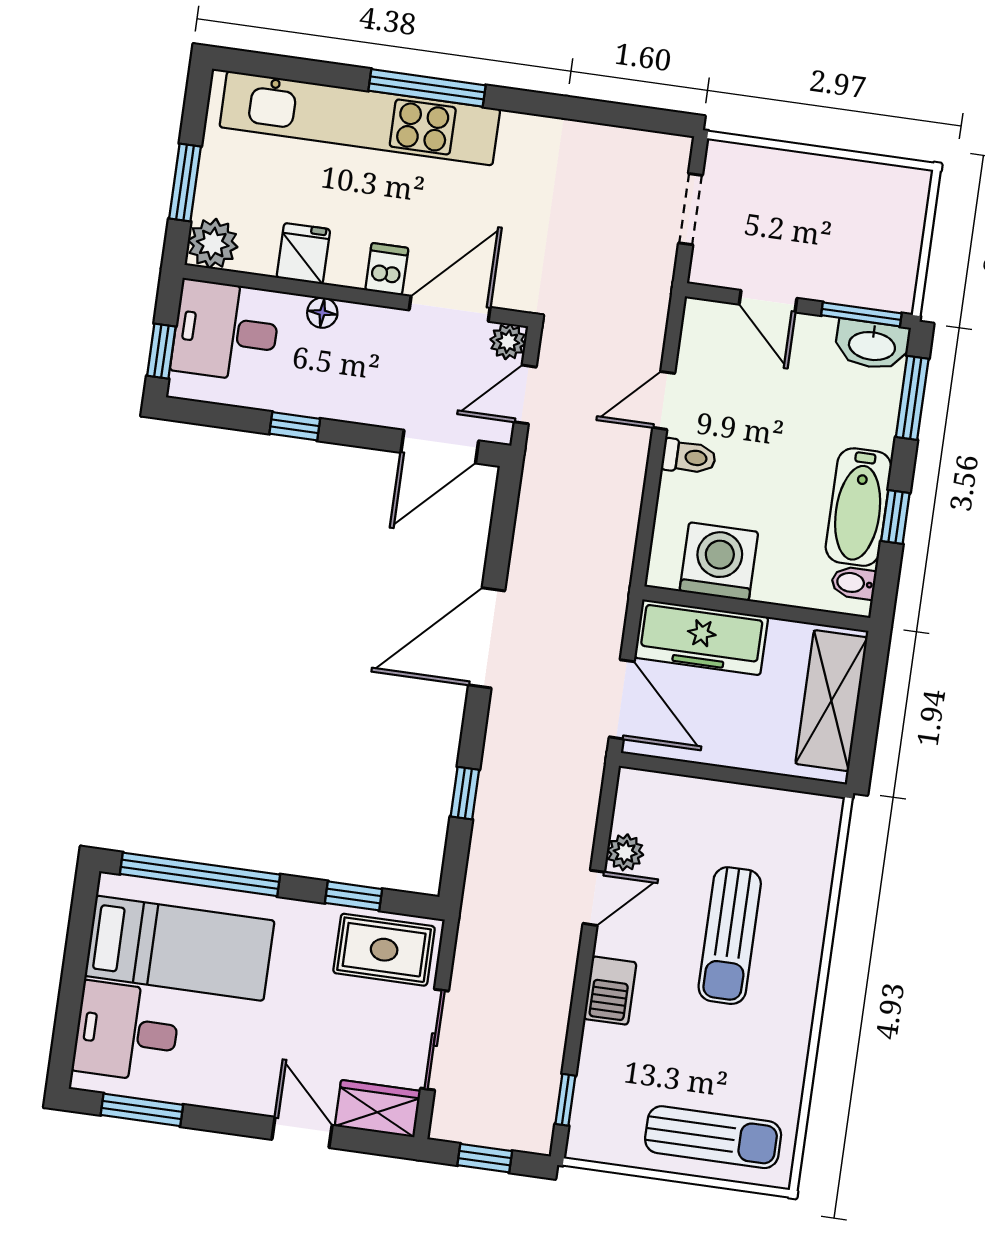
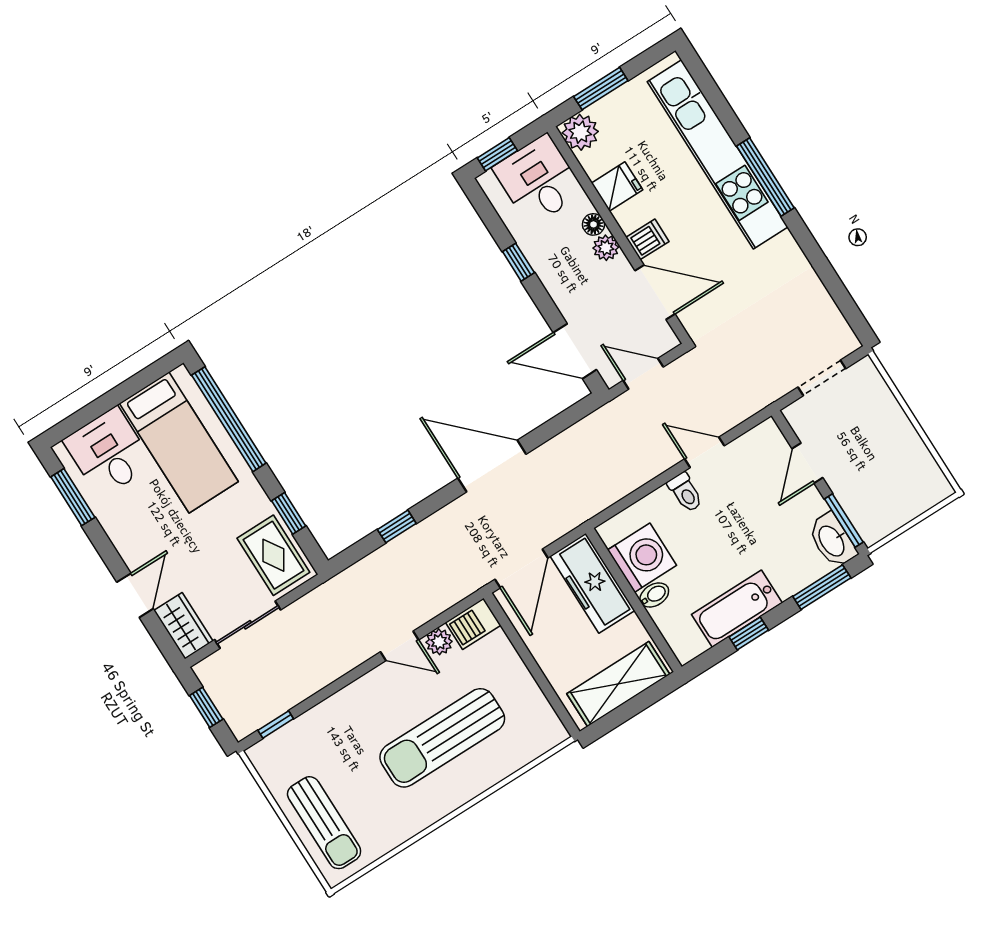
plant: (508, 342) -> (606, 248), moved
bidet: (854, 583) -> (654, 595), moved, turned 90
sun lounger: (730, 936) -> (442, 738), width x1.36, depth x1.34
barbecue: (610, 991) -> (473, 624), moved

